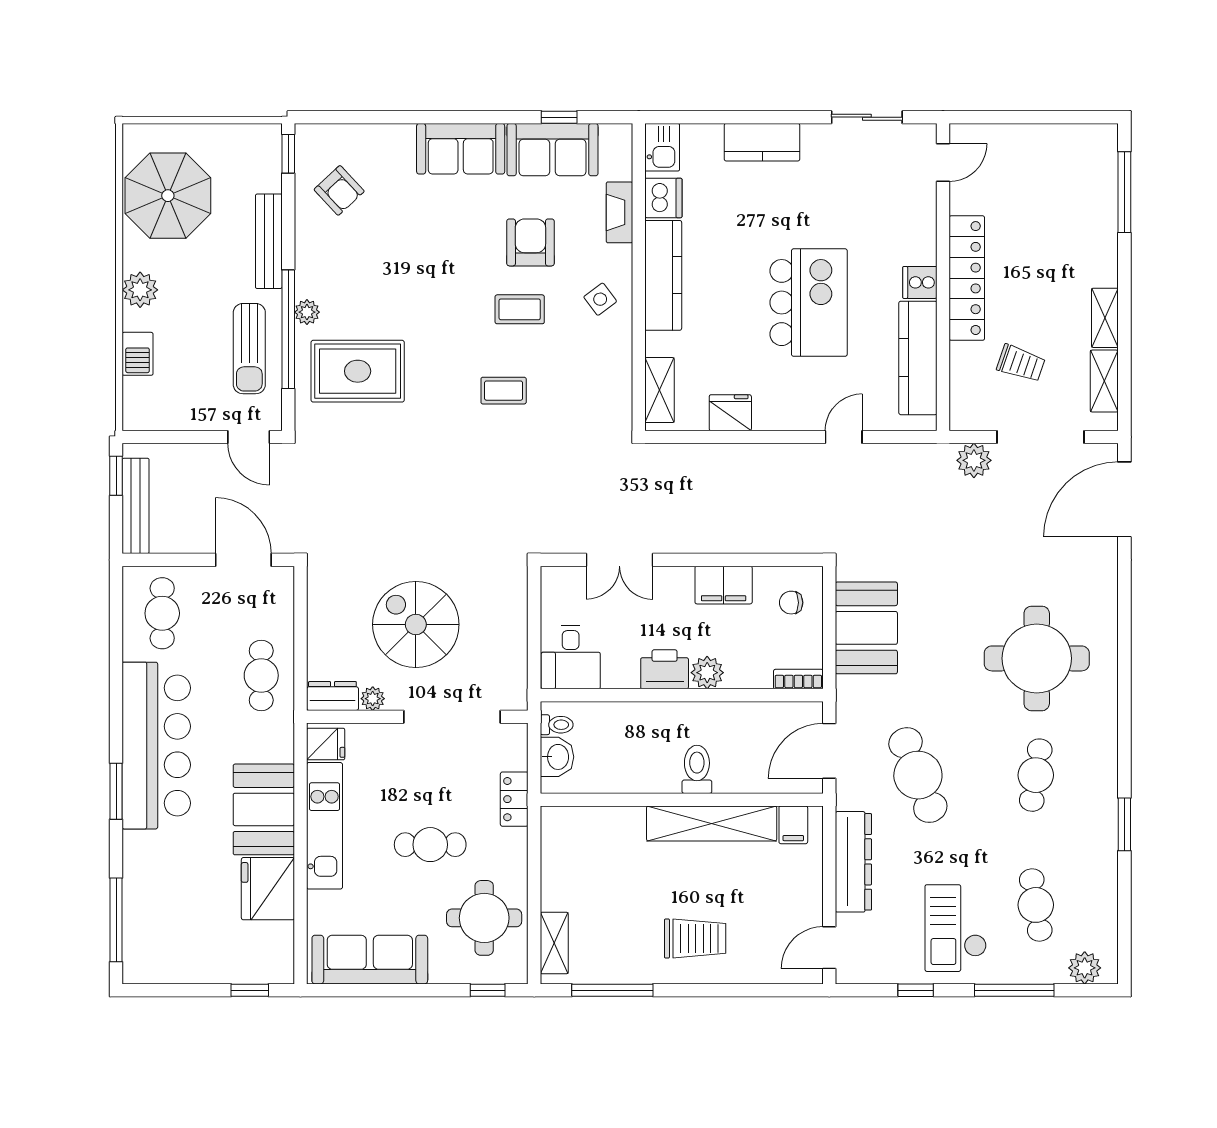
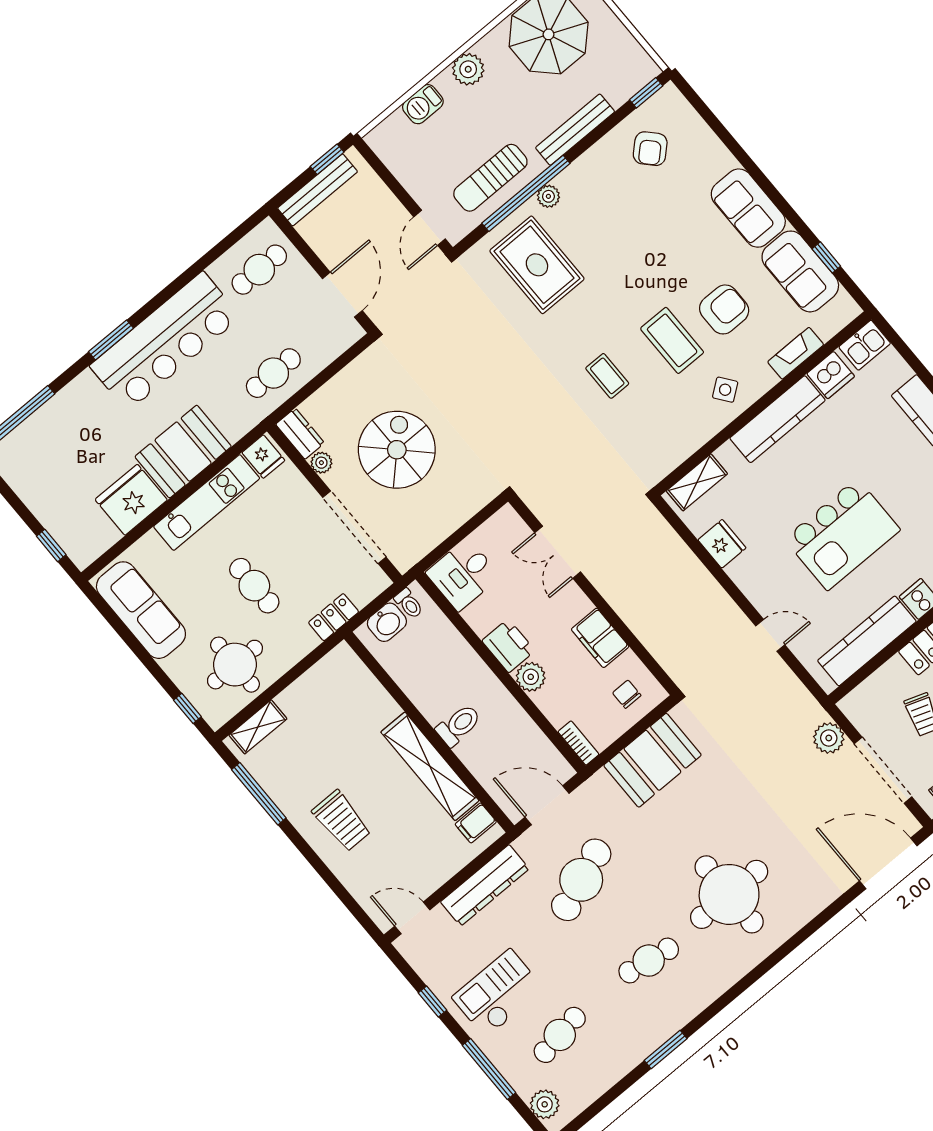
coffee table: (520, 309) -> (672, 340), width x1.36, depth x1.30

